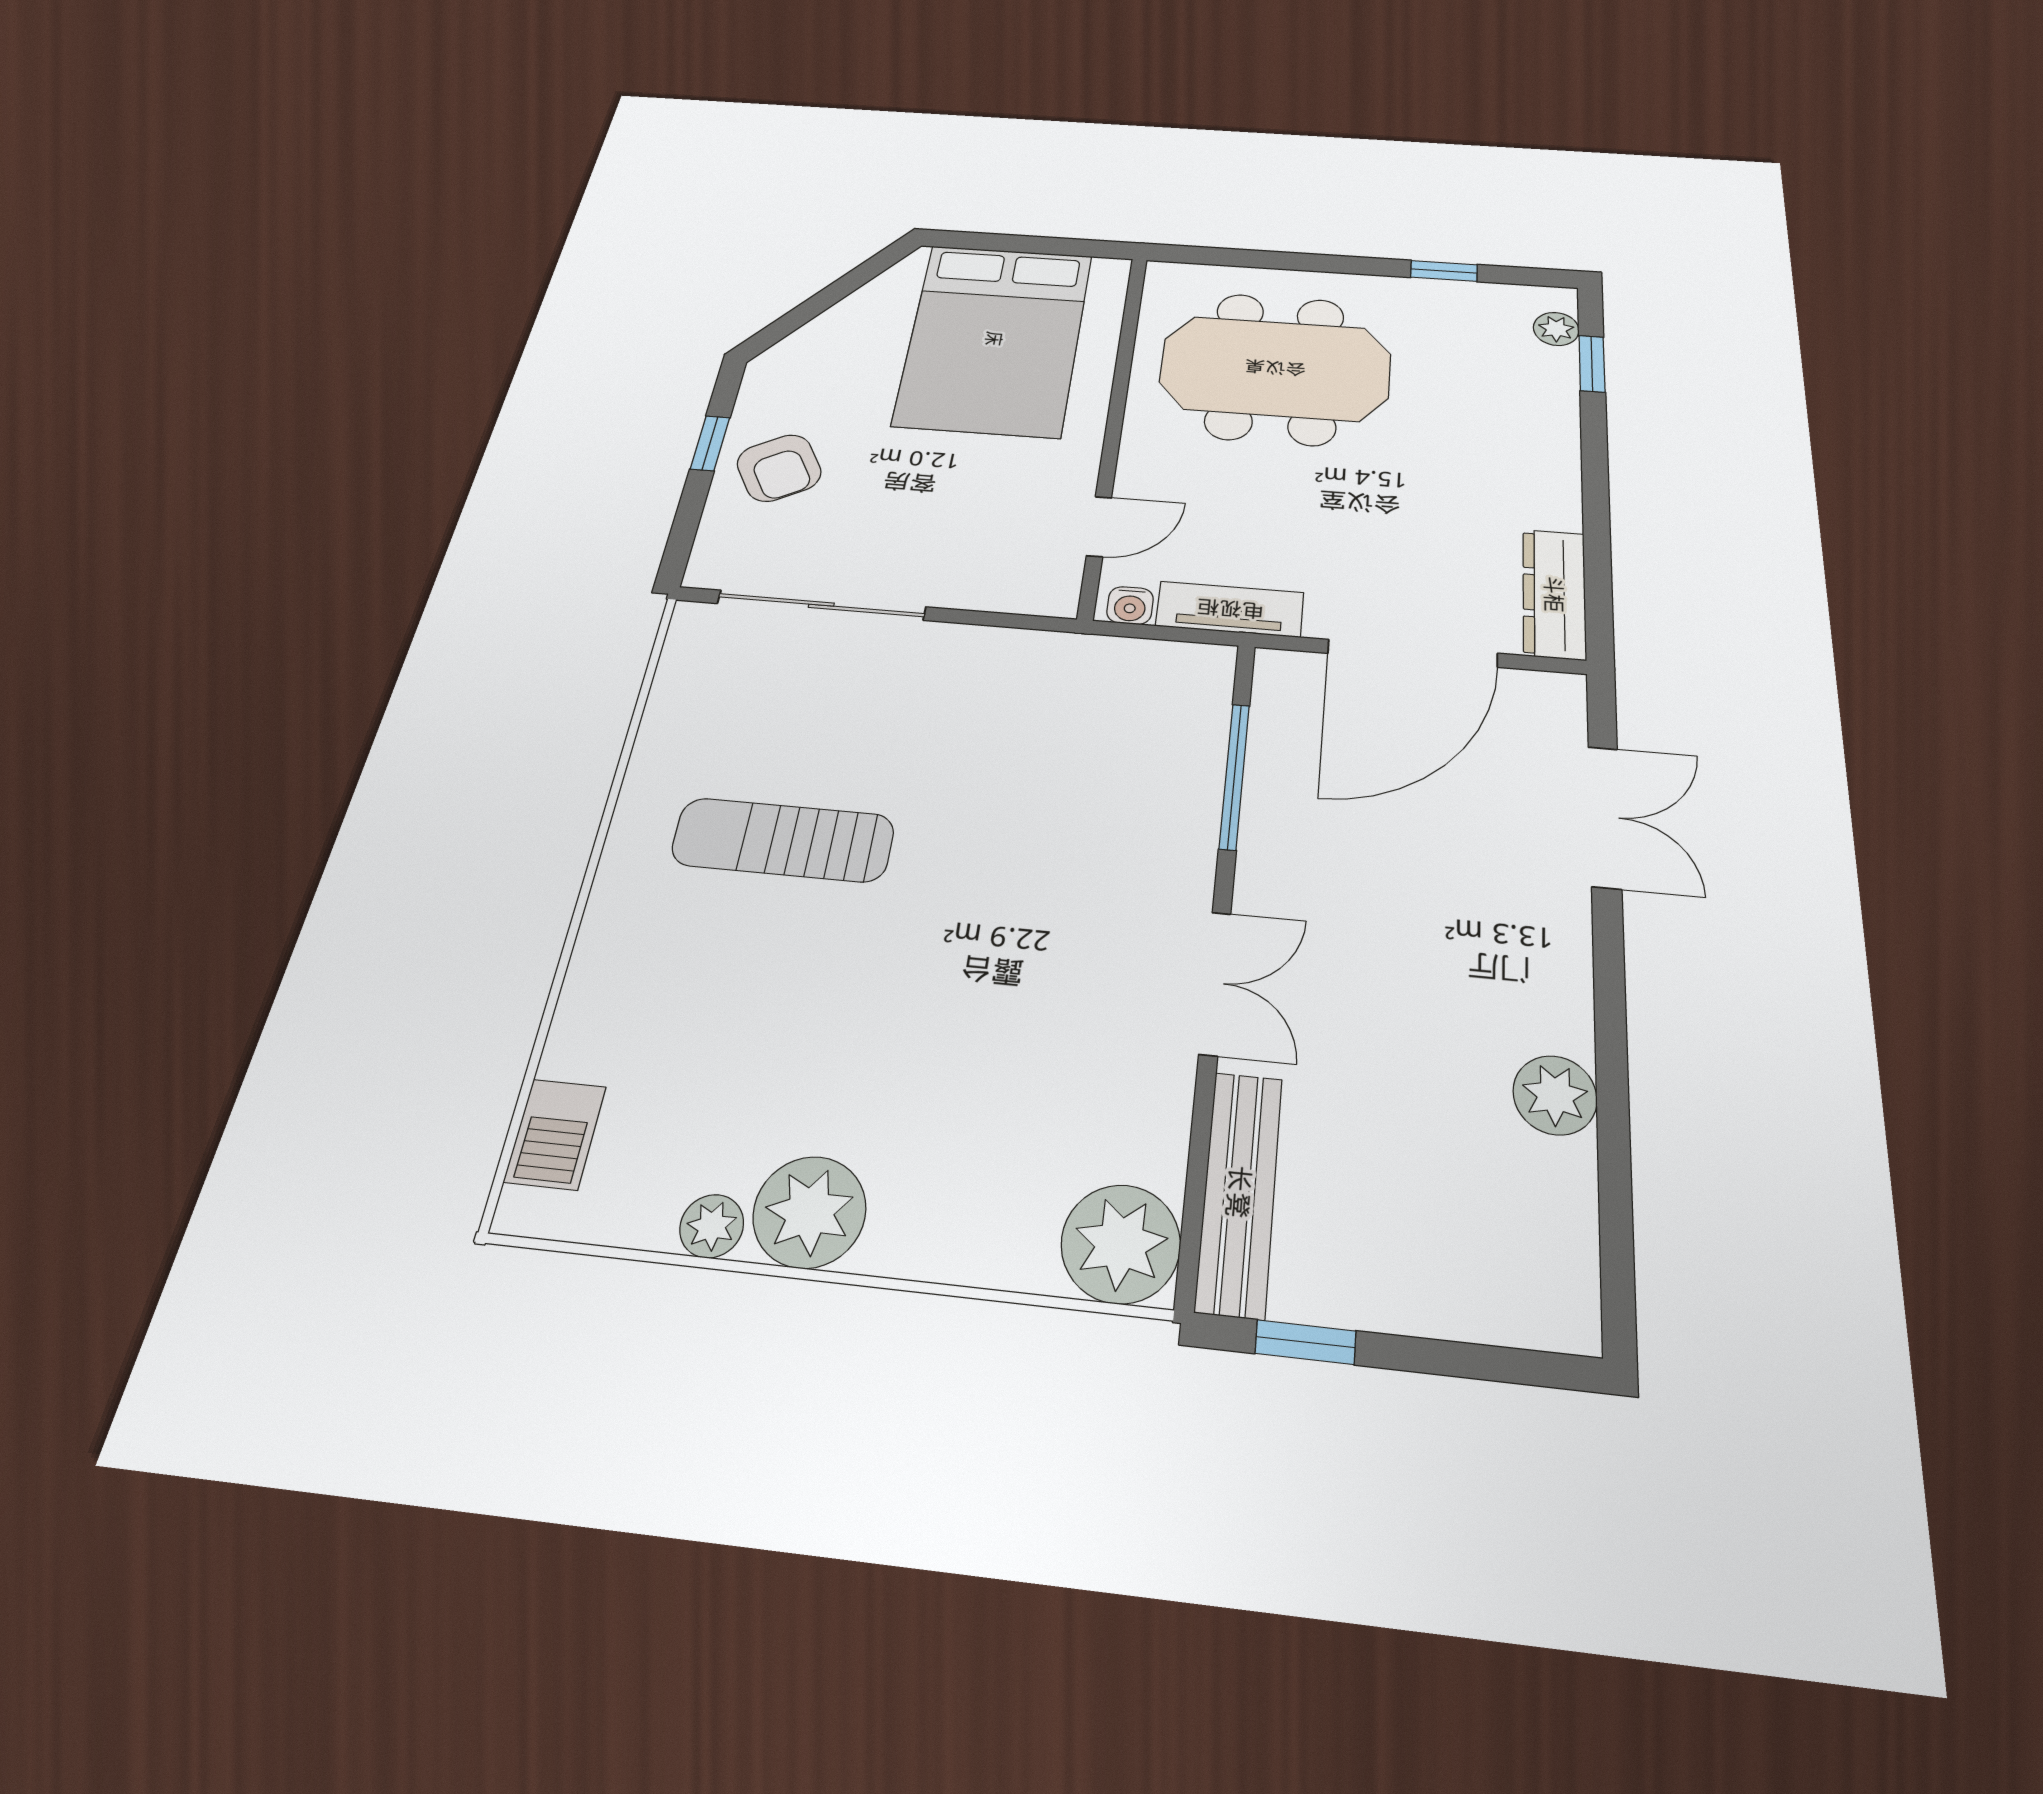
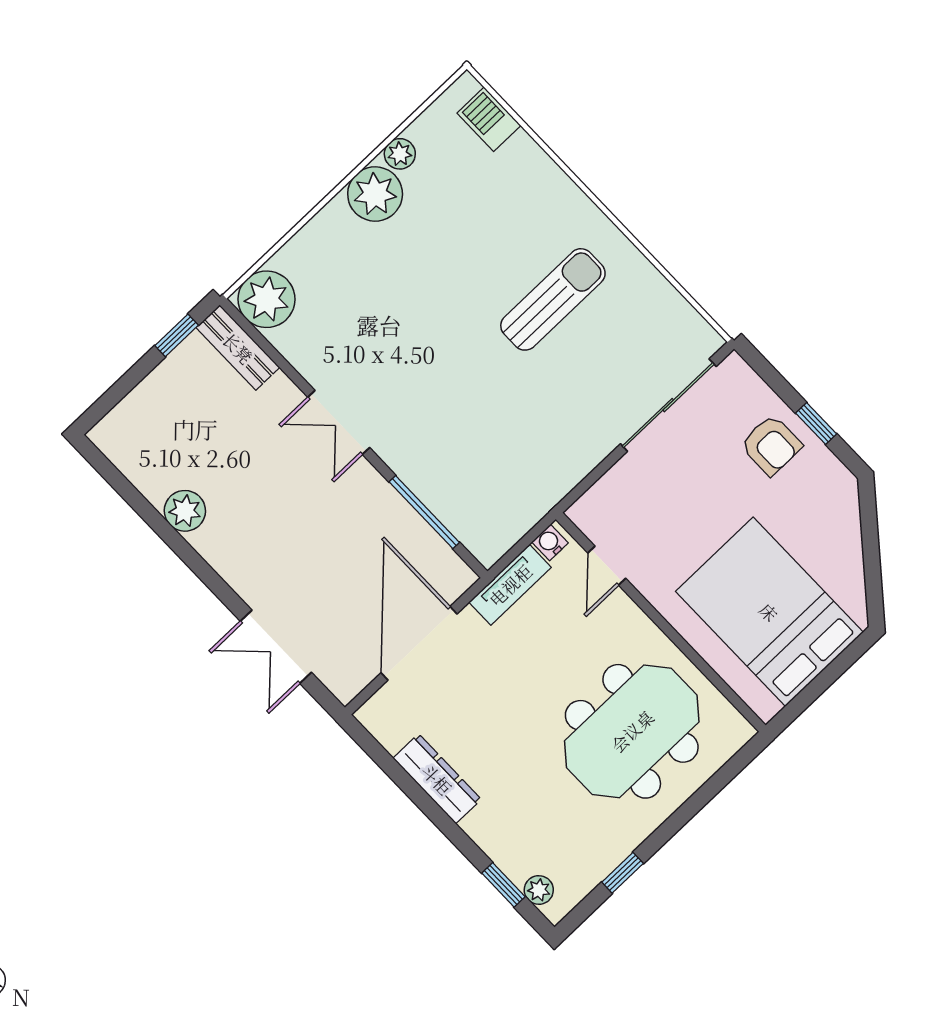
armchair: (779, 468) -> (771, 445), turned -150
dresser: (1554, 594) -> (437, 779), moved
bench: (1239, 1192) -> (238, 348), width x0.73

